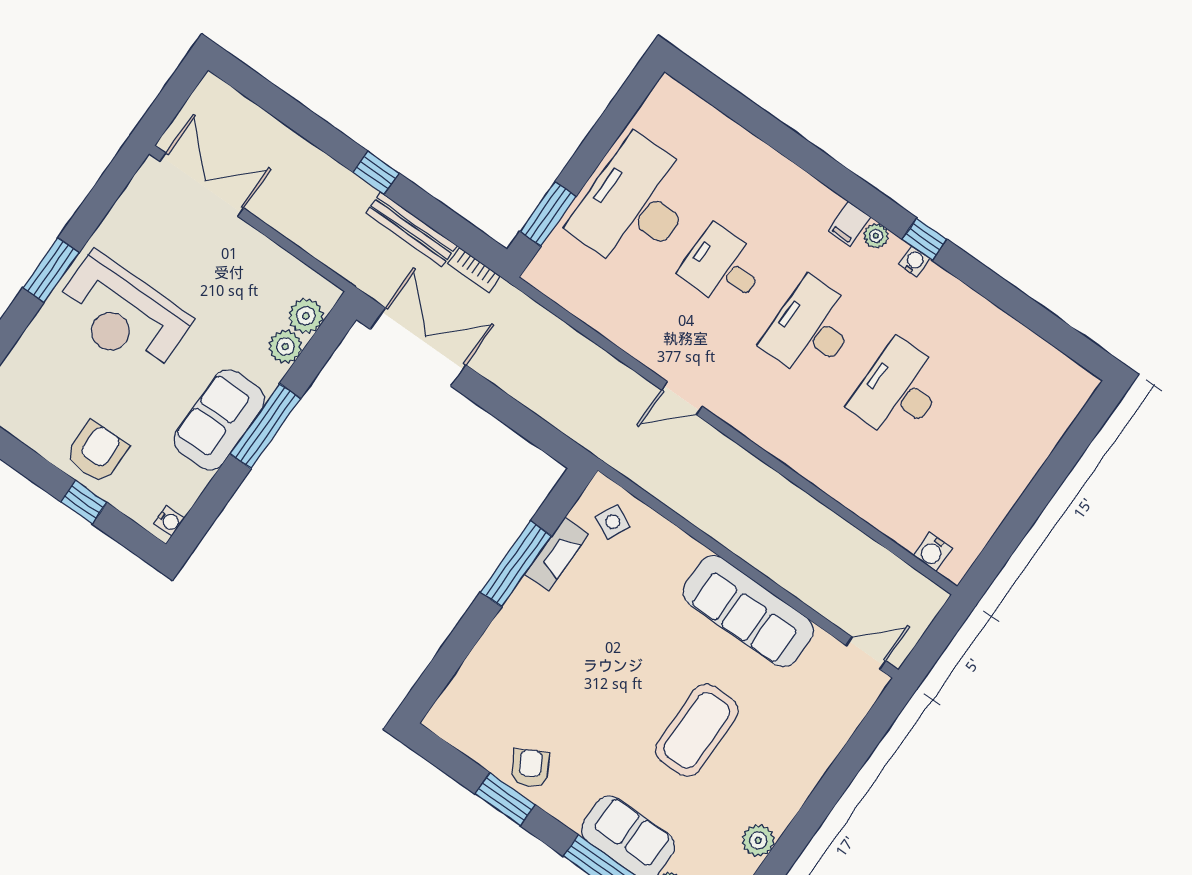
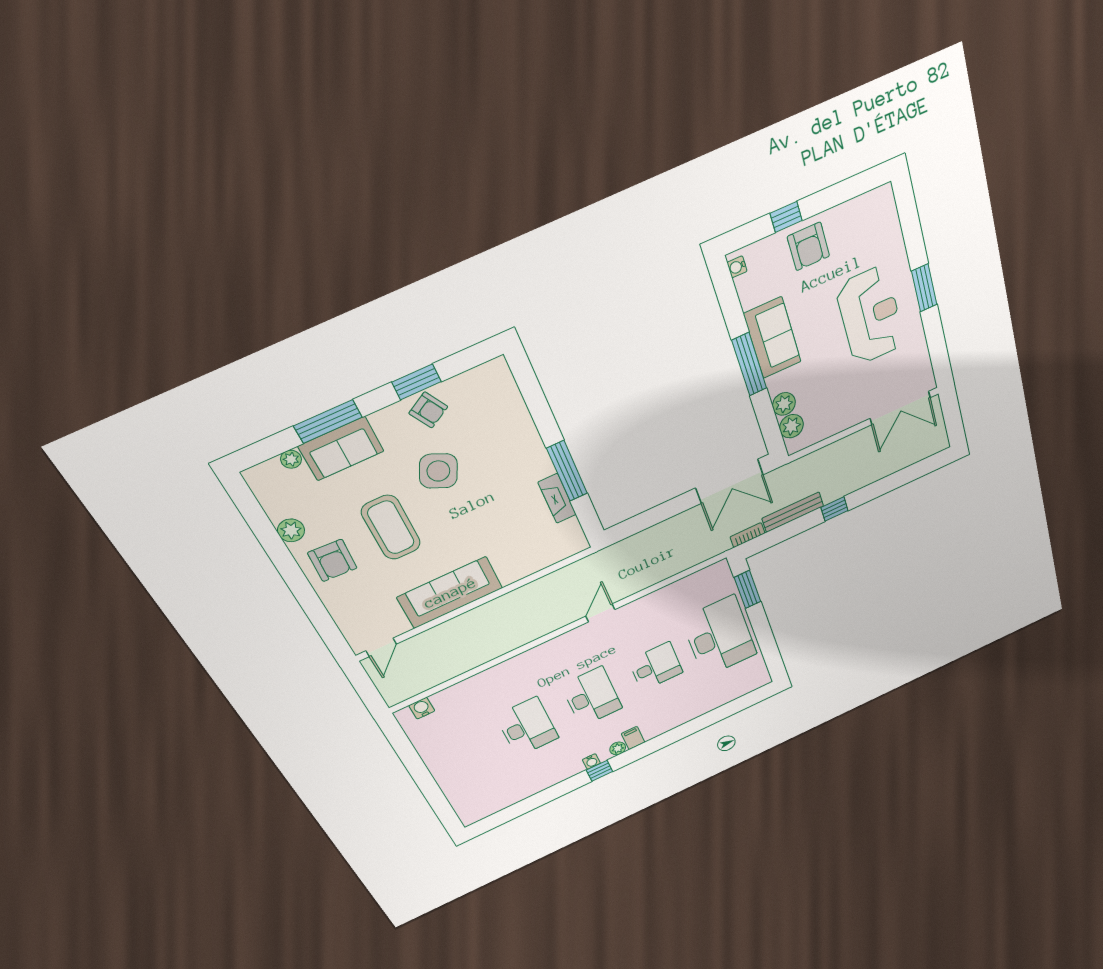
reception desk: (122, 315) -> (870, 316), turned 90
side table: (613, 522) -> (438, 471), moved, width x1.87, depth x1.87
armchair: (774, 774) -> (332, 560), added

